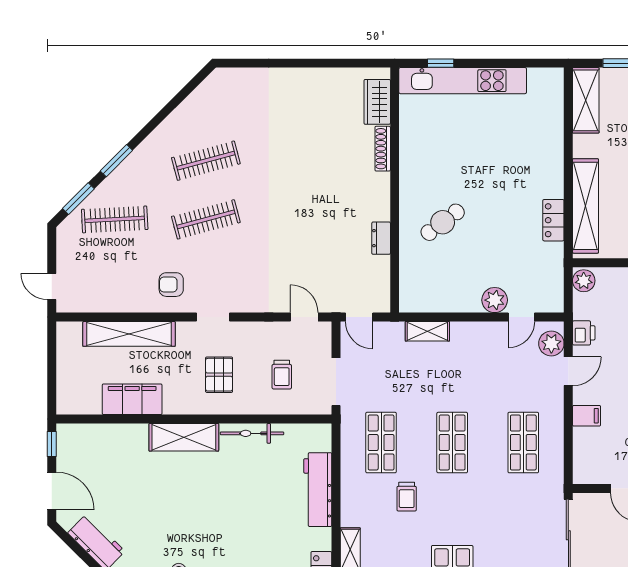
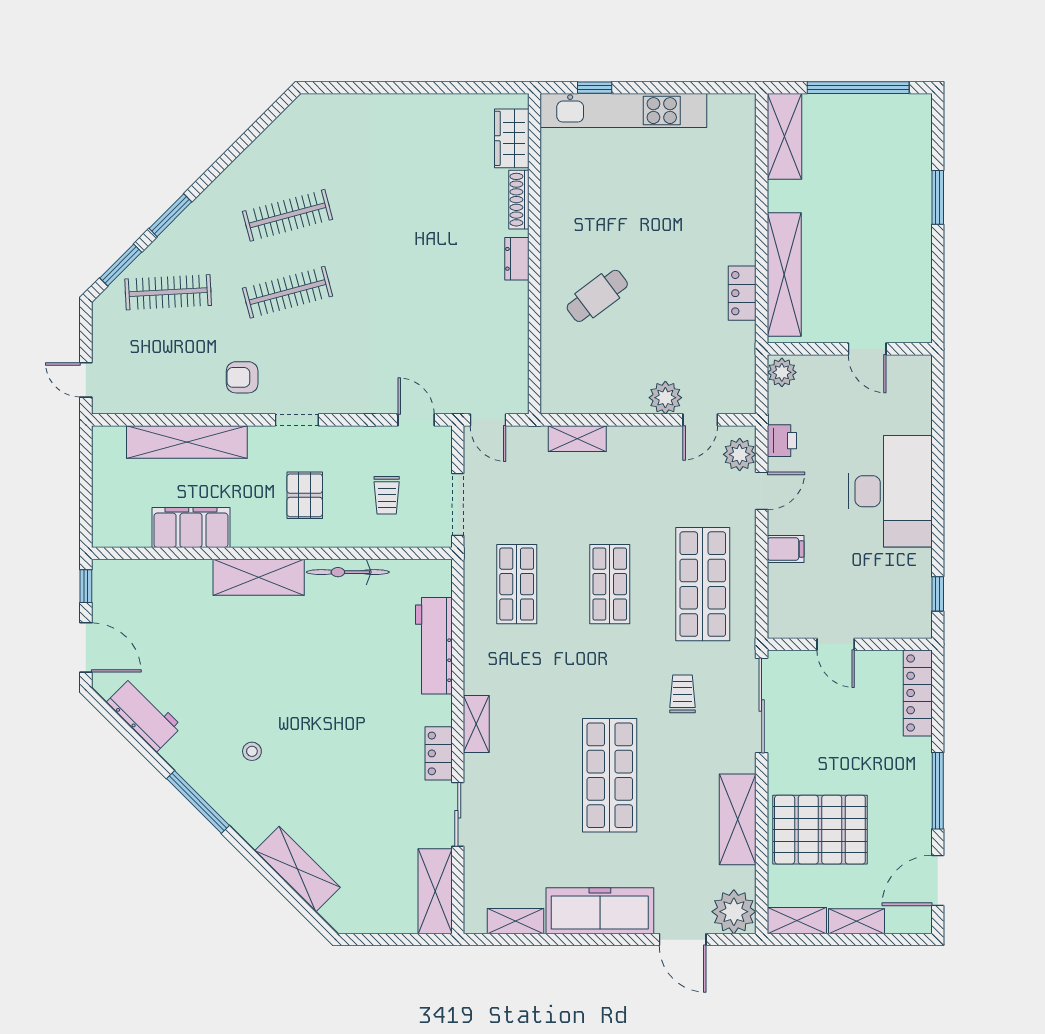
dresser: (381, 238) -> (517, 259), moved
shop shelf: (523, 443) -> (703, 584), width x1.43, depth x1.36
trolley: (407, 497) -> (682, 694), moved, turned 180

